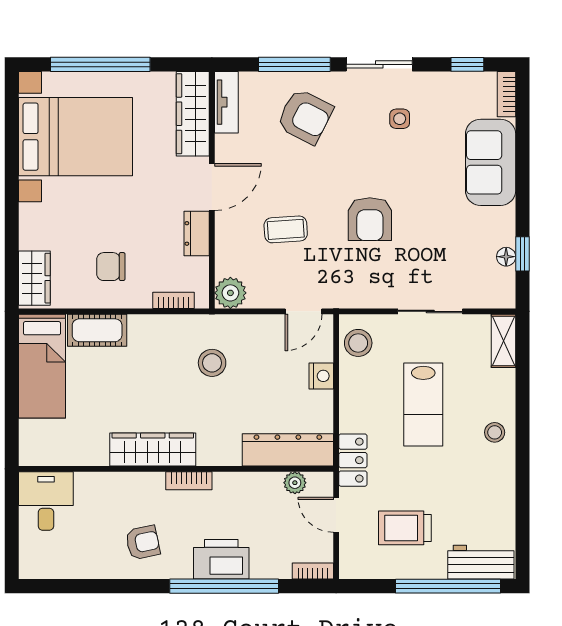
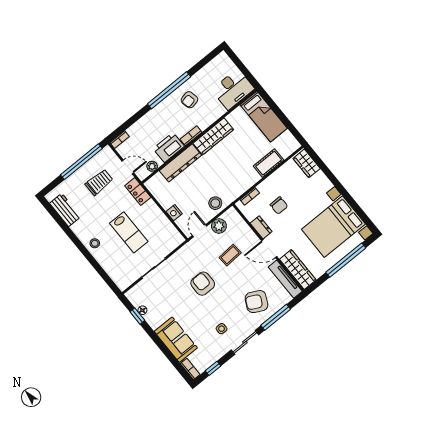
tv unit: (226, 102) -> (285, 279), width x1.41
door: (212, 187) -> (269, 249), hinge flipped
chair: (111, 267) -> (279, 205), moved, turned 90
plant: (230, 293) -> (219, 226), moved
shelving: (504, 341) -> (118, 279), removed
stool: (358, 343) -> (170, 235), removed
stool: (212, 363) -> (215, 203), moved
bed: (42, 366) -> (264, 117), moved, turned 180
lab bench: (423, 405) -> (129, 232), turned 180
dresser: (288, 450) -> (180, 163), moved
desk: (46, 501) -> (233, 89), width x1.37
printer: (221, 559) -> (169, 147), moved, turned 180
workbench: (481, 562) -> (65, 210), moved, turned -90
window: (224, 586) -> (169, 90), moved
window: (448, 586) -> (81, 162), moved

